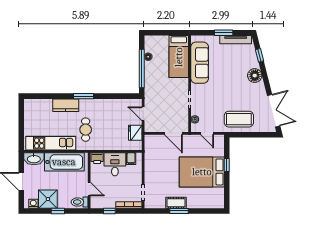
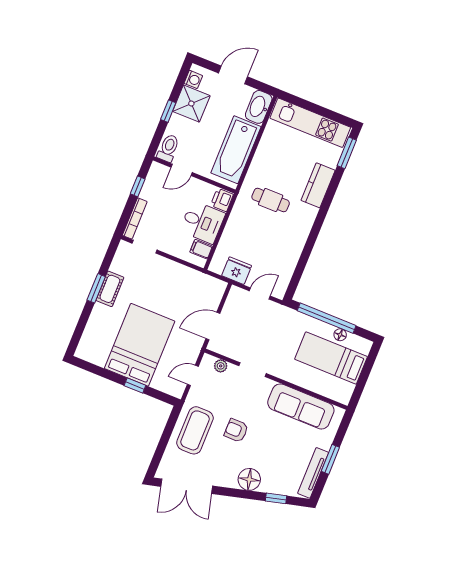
bed: (179, 57) -> (331, 358), moved
armchair: (229, 95) -> (236, 430), added
window: (84, 96) -> (347, 153), moved
kitchen unit: (51, 143) -> (310, 123), moved, turned 90

